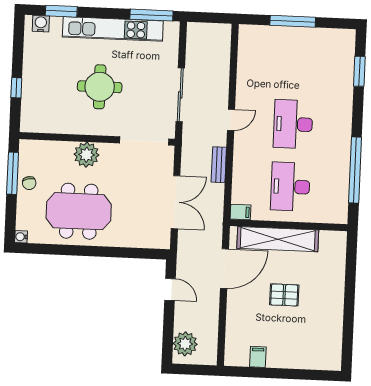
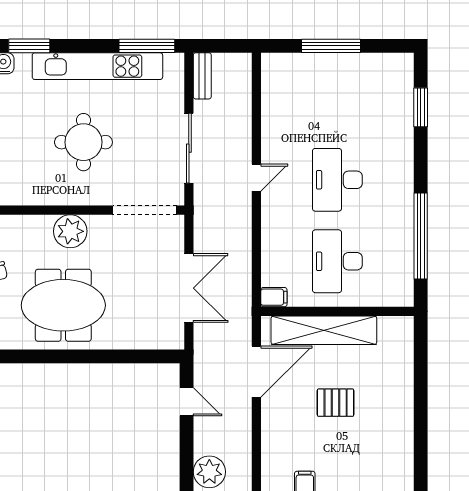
bench: (219, 165) -> (202, 76), moved

